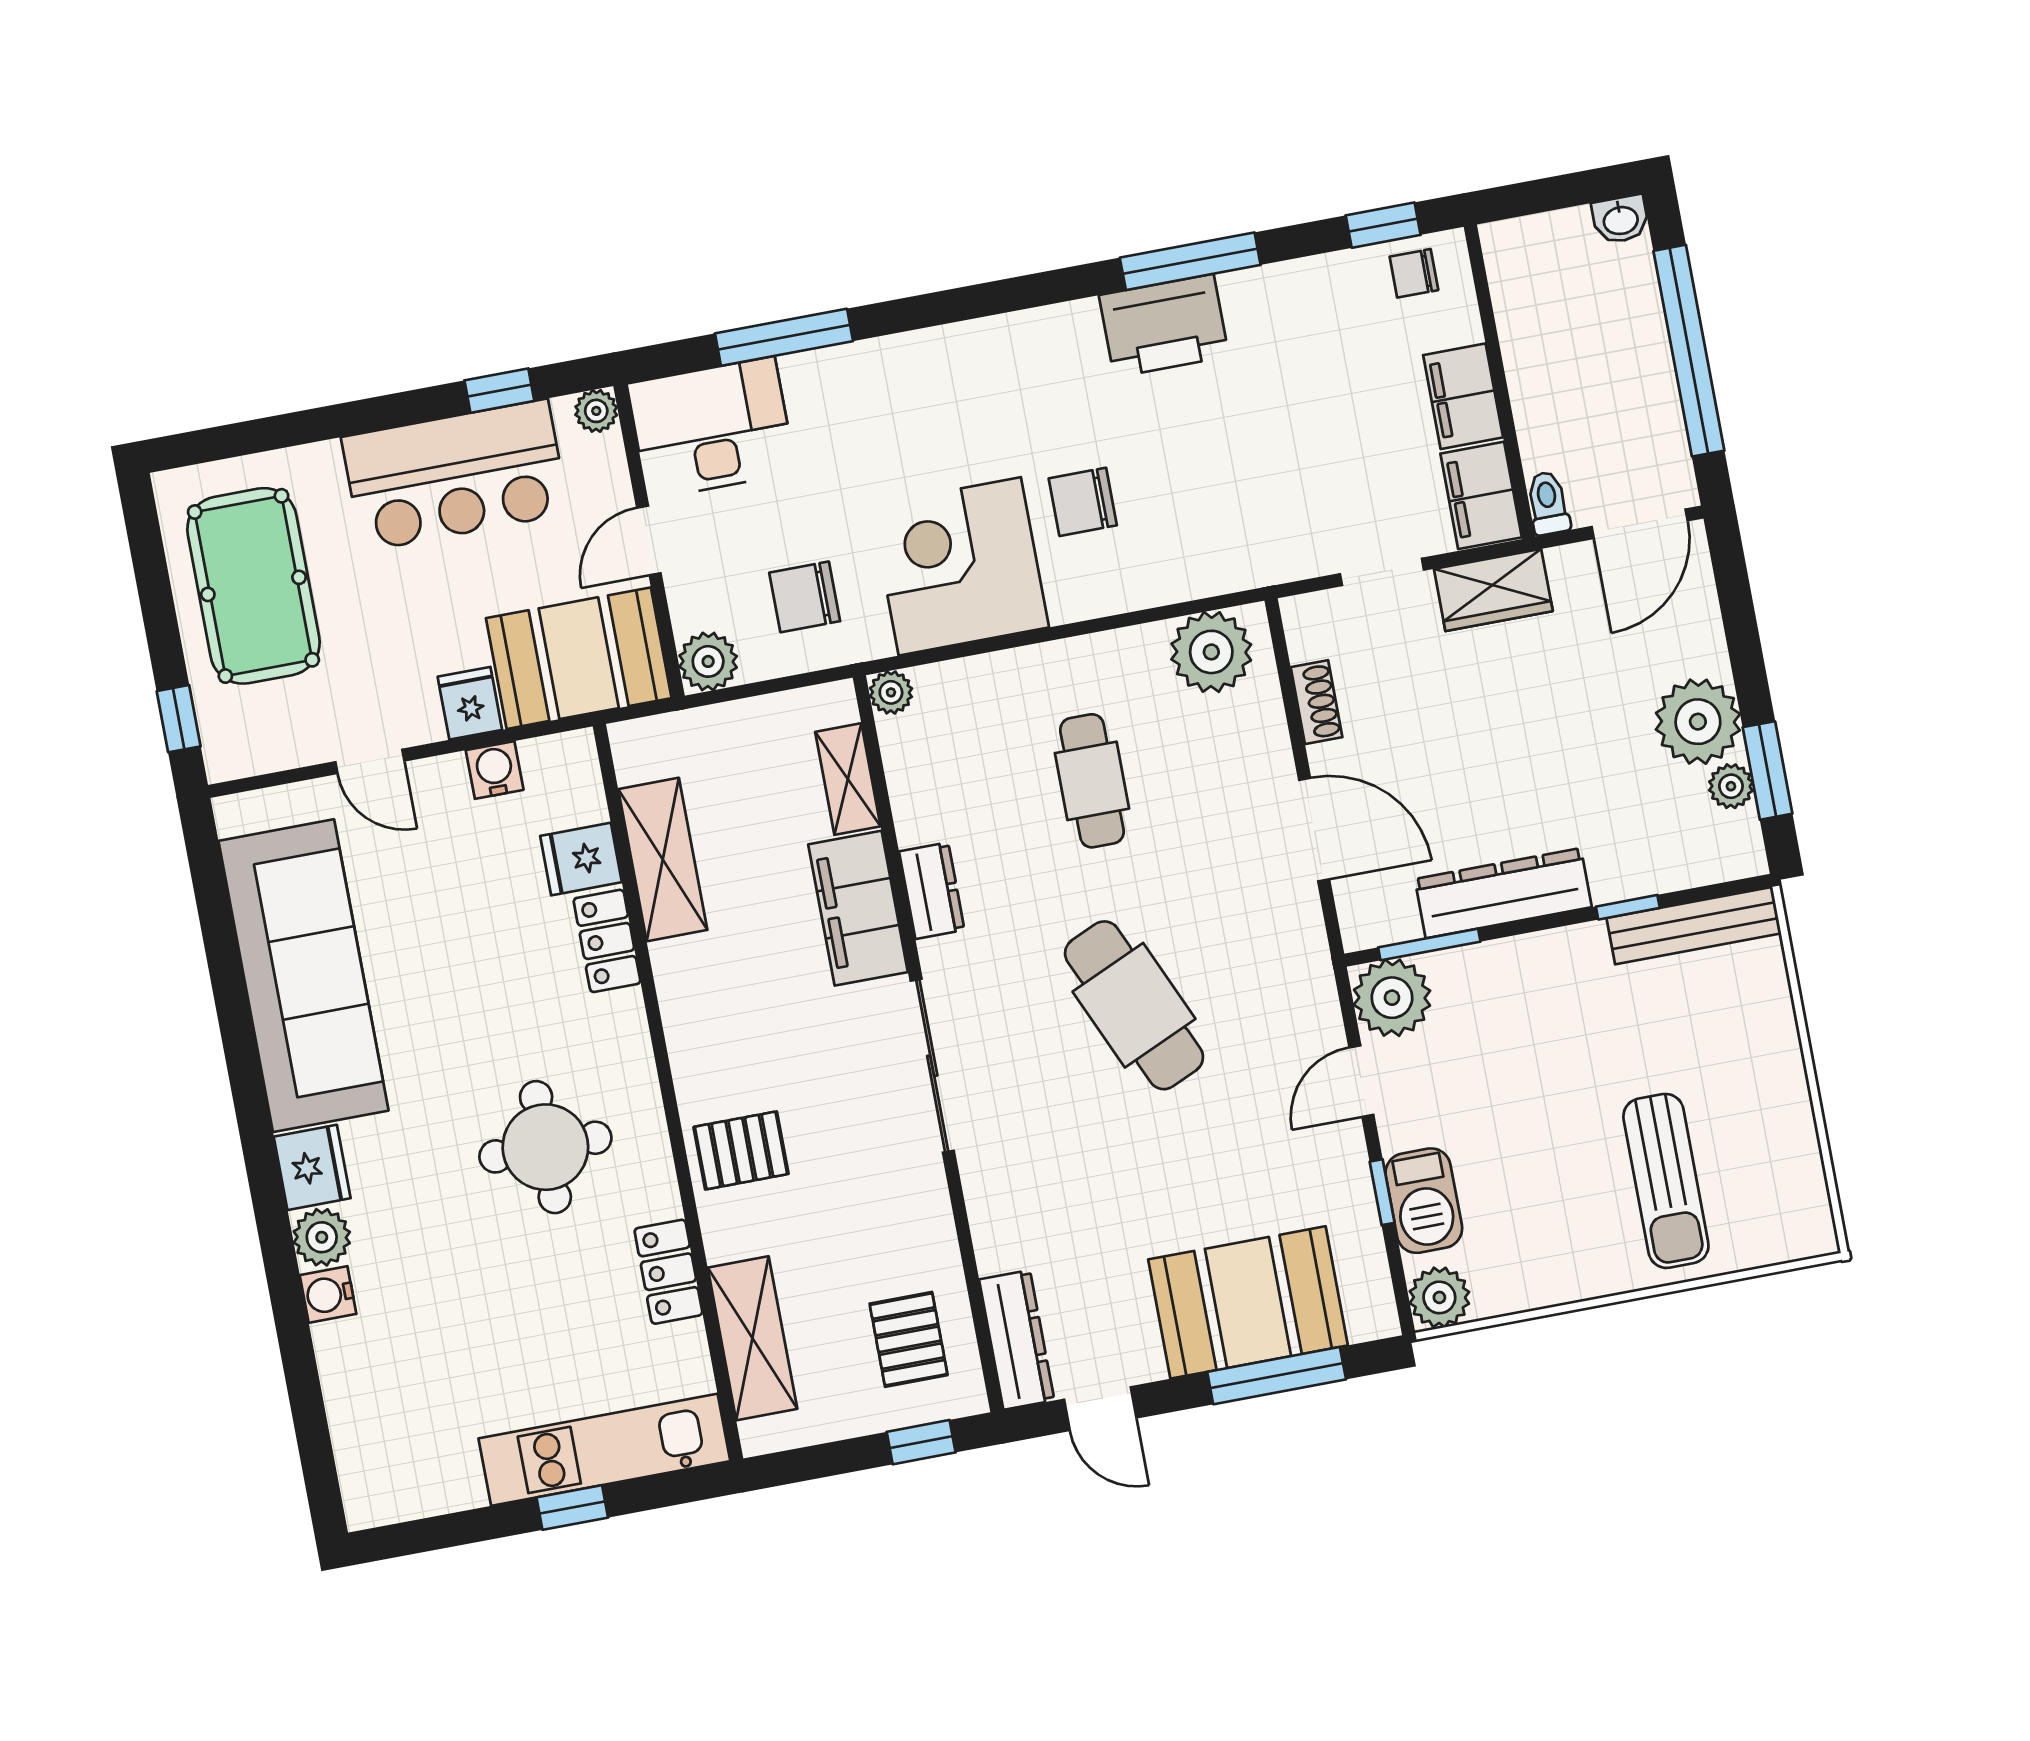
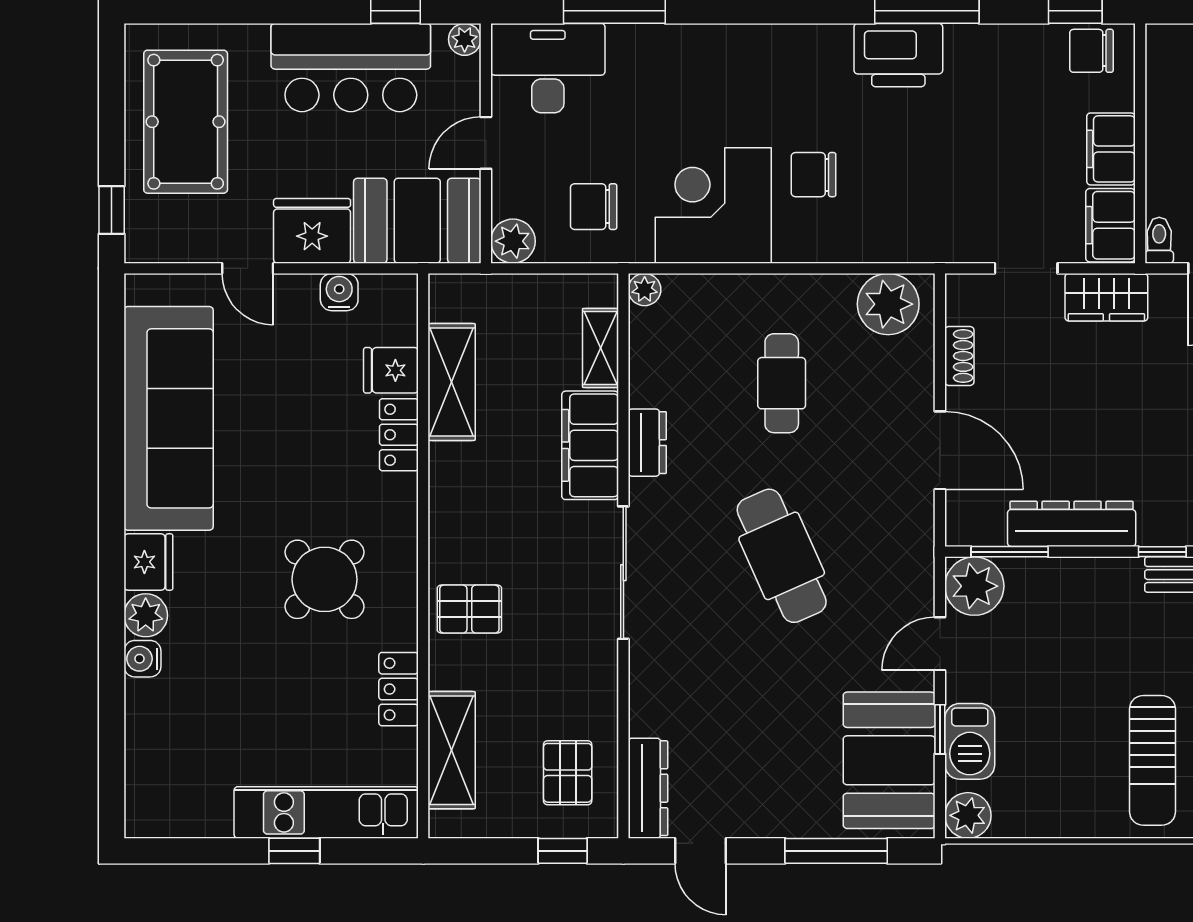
chair: (1414, 273) -> (1091, 51), width x1.37, depth x1.37
fridge: (470, 703) -> (312, 231), width x1.88, depth x1.34
round table: (545, 1147) -> (325, 579), turned 45
booth: (1248, 1302) -> (889, 760), moved, turned 90

